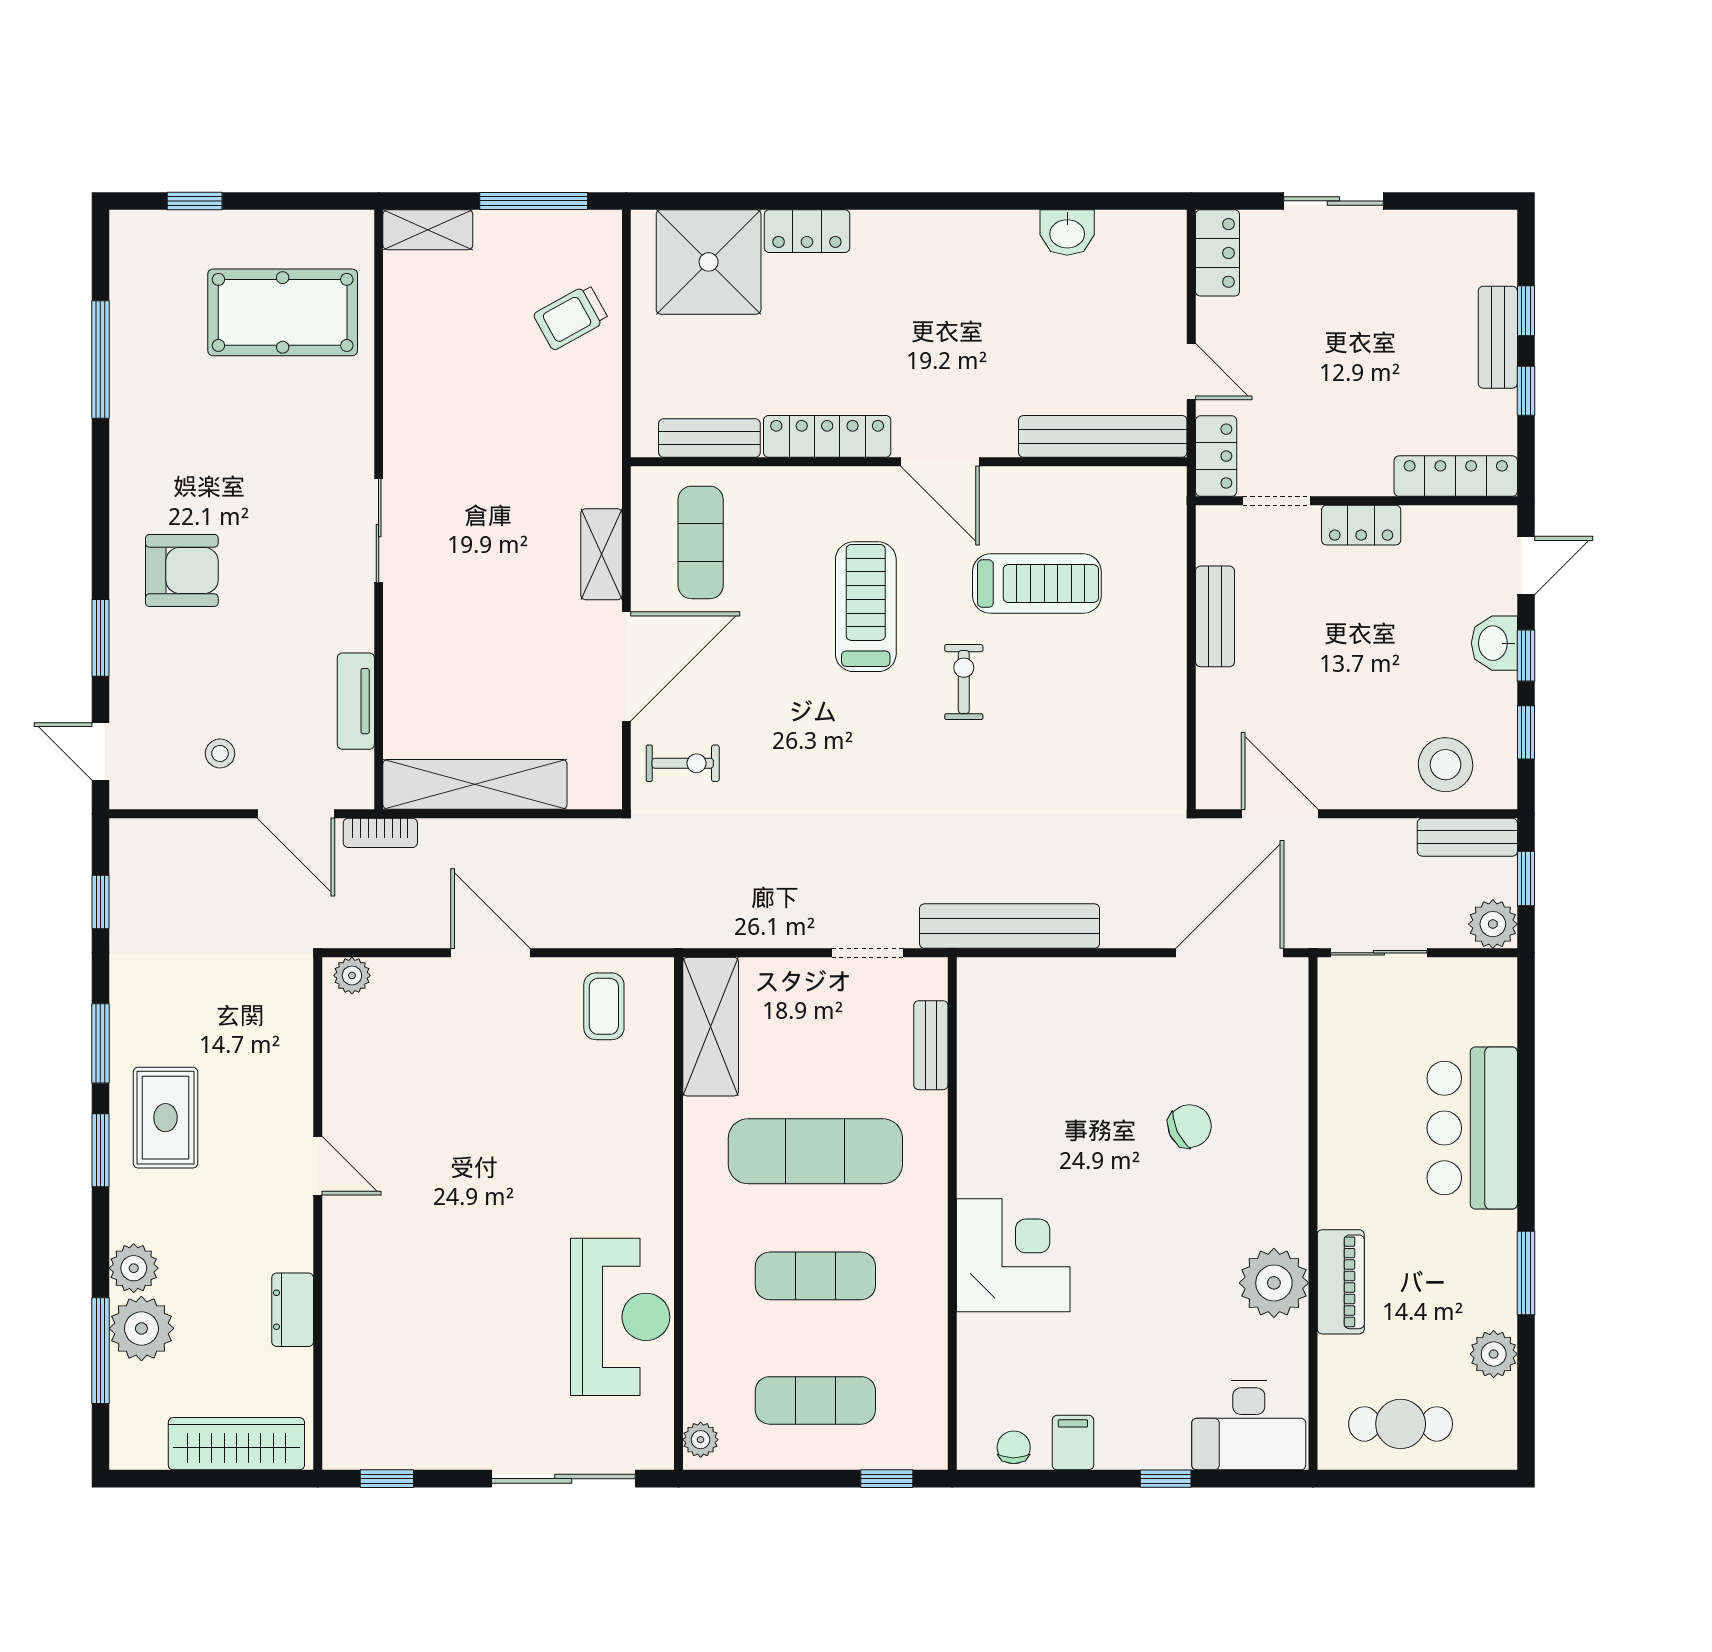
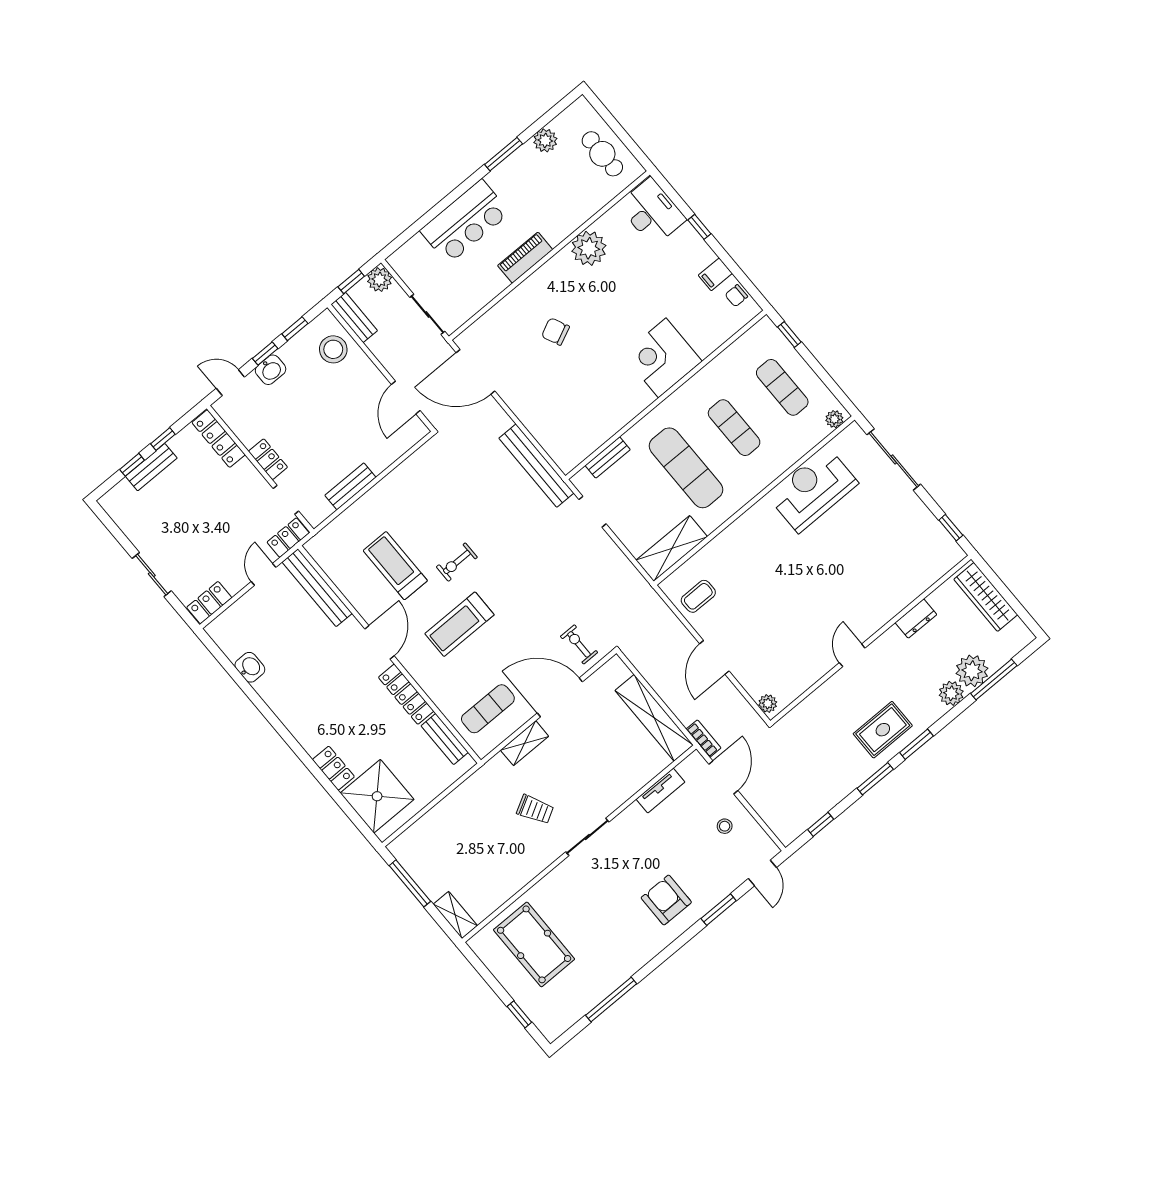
trolley: (571, 317) -> (535, 809), moved
piano: (1341, 1282) -> (525, 258), moved

